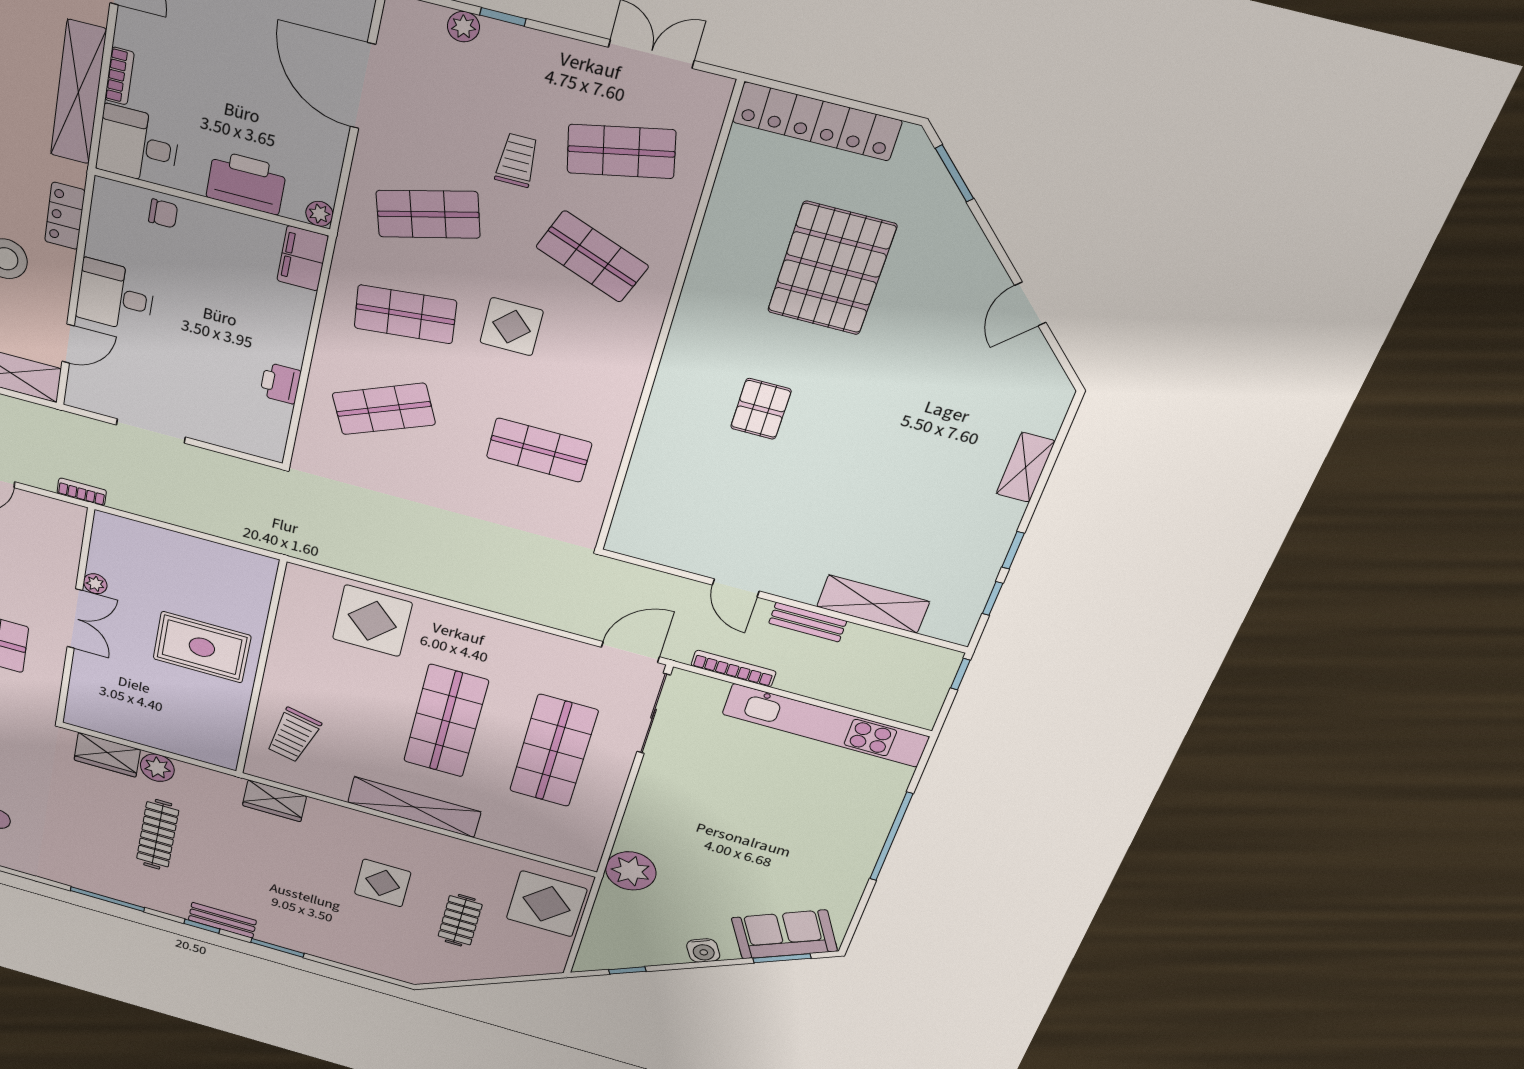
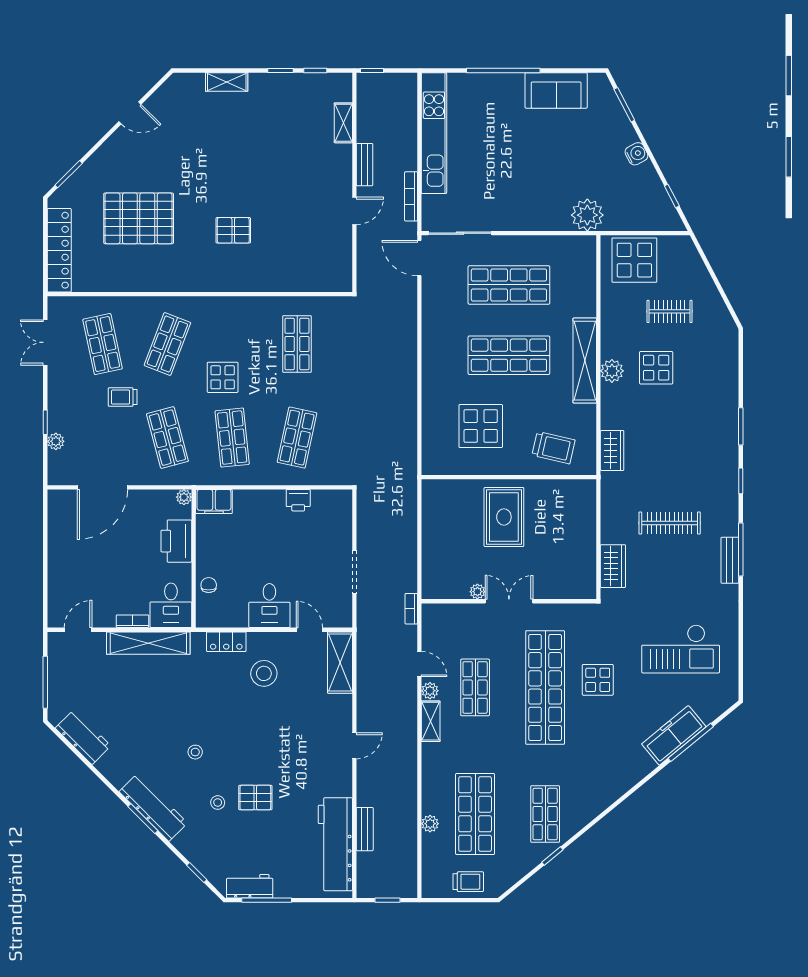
shop shelf: (384, 409) -> (297, 438), turned 36
shelving: (873, 604) -> (343, 123), width x0.67, depth x0.75
display table: (372, 621) -> (481, 426), moved
plant: (157, 768) -> (612, 371), moved
bench: (222, 920) -> (730, 560), moved
sofa: (784, 934) -> (556, 90), moved, turned -63

